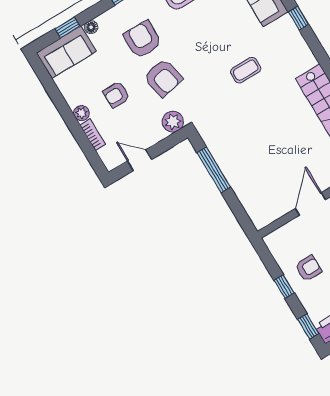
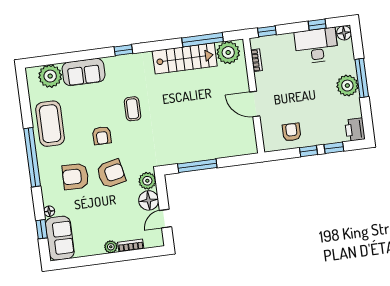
window: (298, 18) -> (123, 50), moved
armchair: (117, 95) -> (102, 136), moved
floor lamp: (152, 133) -> (149, 200), added
armchair: (308, 268) -> (292, 132), moved
window: (308, 326) -> (334, 148), moved

